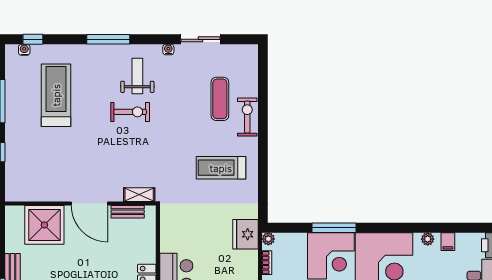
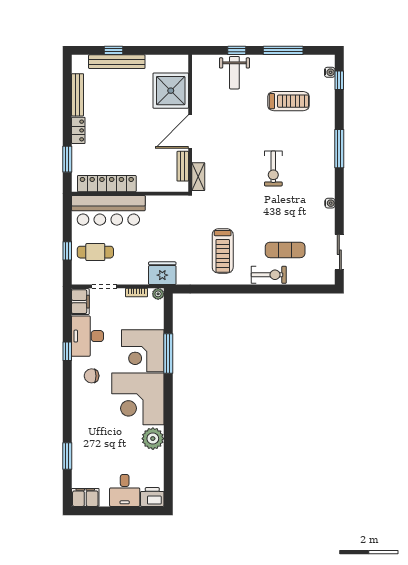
sliding door: (201, 39) -> (339, 252), moved
weight bench: (137, 76) -> (234, 73), moved, turned 90
treadmill: (56, 95) -> (288, 101), width x0.73, depth x0.73
treadmill: (221, 168) -> (223, 251), turned 180
plant: (428, 239) -> (153, 439), width x1.88, depth x1.88
filing cabinet: (448, 242) -> (156, 457), removed

